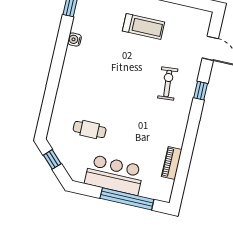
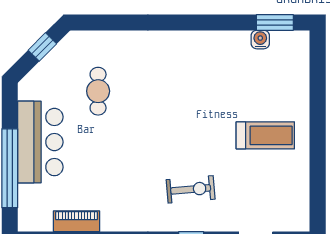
treadmill: (143, 27) -> (265, 135), turned -90
water cooler: (74, 40) -> (260, 40), moved

